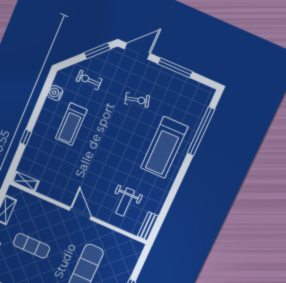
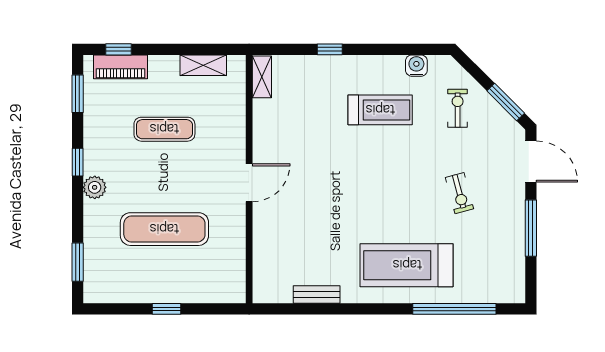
treadmill: (71, 124) -> (380, 110), turned 180
weight bench: (125, 202) -> (297, 243), removed
bench: (148, 226) -> (317, 295), moved
exercise mat: (32, 246) -> (164, 129), turned 90

